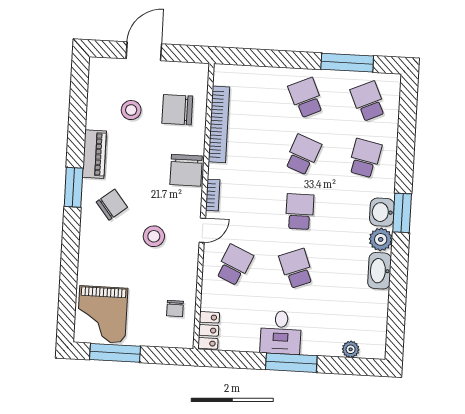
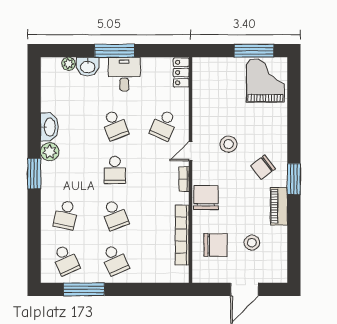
school desk: (303, 155) -> (115, 215), turned -42
washbasin: (382, 212) -> (88, 66), moved, turned 90
chair: (175, 308) -> (209, 88), removed

